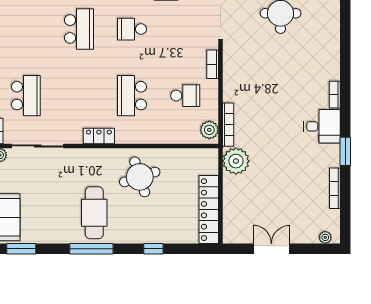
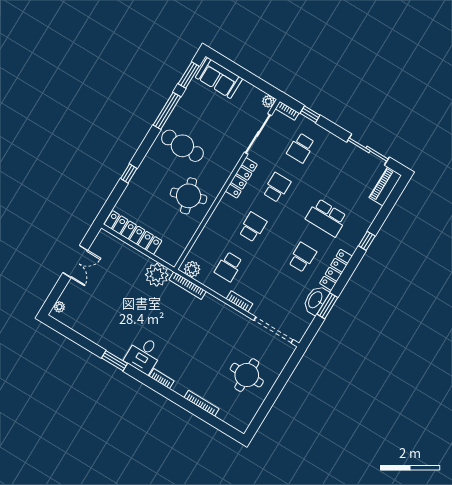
school desk: (26, 96) -> (301, 148), width x0.54
school desk: (79, 96) -> (277, 187), added
school desk: (132, 96) -> (253, 227), width x0.54
locker: (99, 136) -> (241, 178), width x1.53
bookcase: (335, 188) -> (201, 403), moved
window: (91, 249) -> (167, 111), moved

